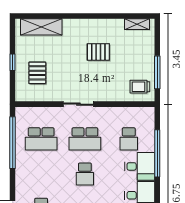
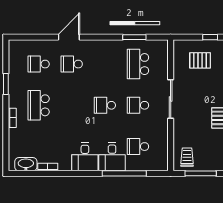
sliding door: (78, 104) -> (171, 99), width x1.37
school desk: (85, 139) -> (138, 105), width x0.54
window: (13, 143) -> (134, 37), width x0.47

